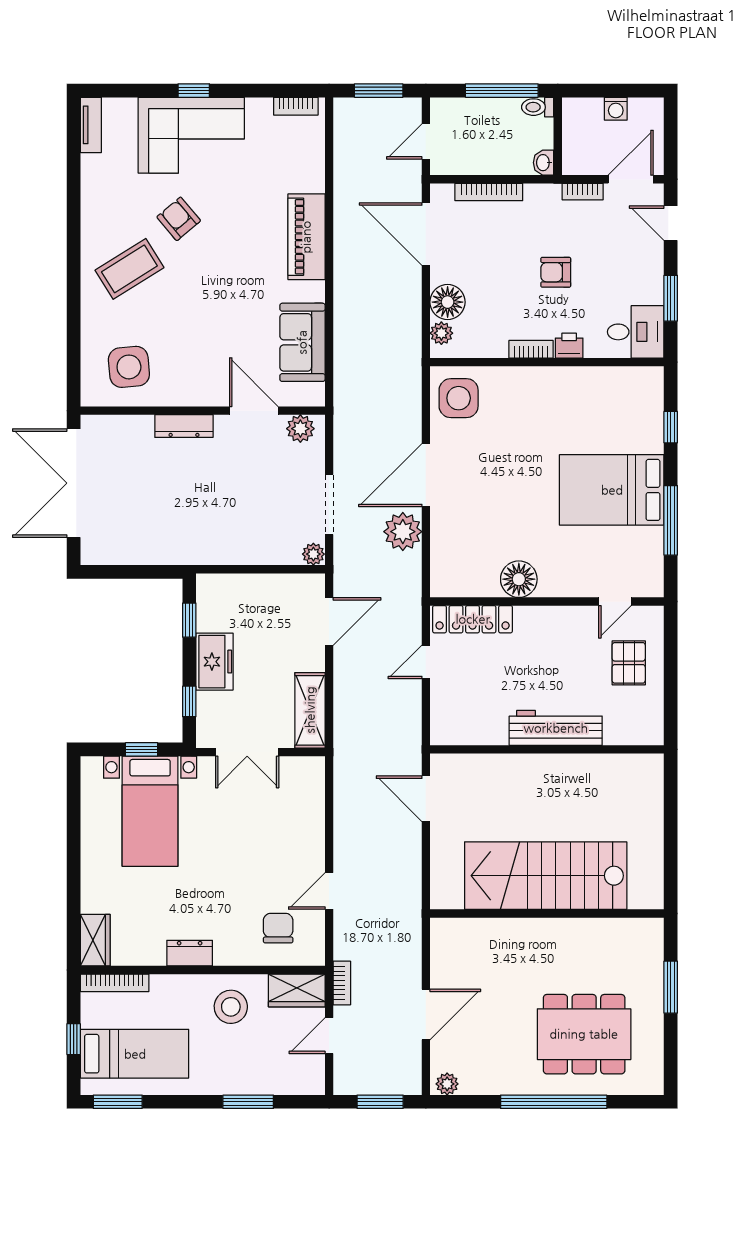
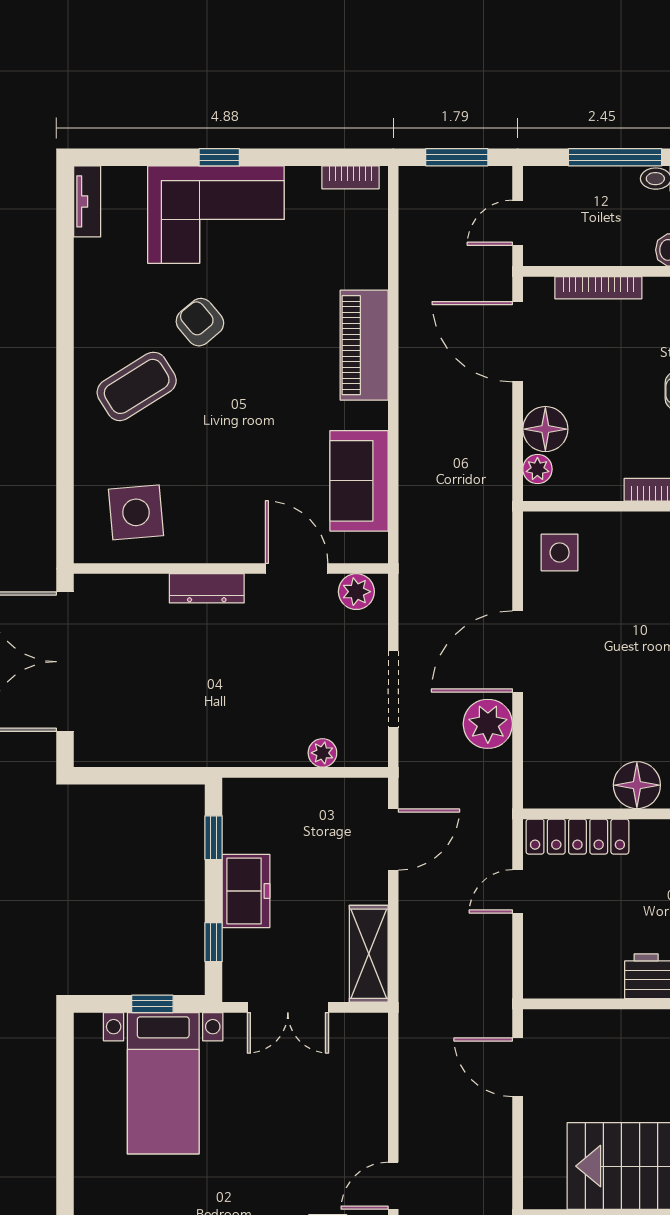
side table: (459, 398) -> (560, 552), width x0.73, depth x0.73
plant: (313, 554) -> (322, 753), moved

